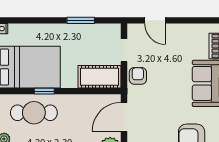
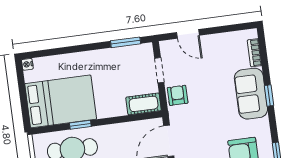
window: (81, 20) -> (126, 42), moved
cot: (100, 77) -> (144, 104), width x0.73, depth x0.75

